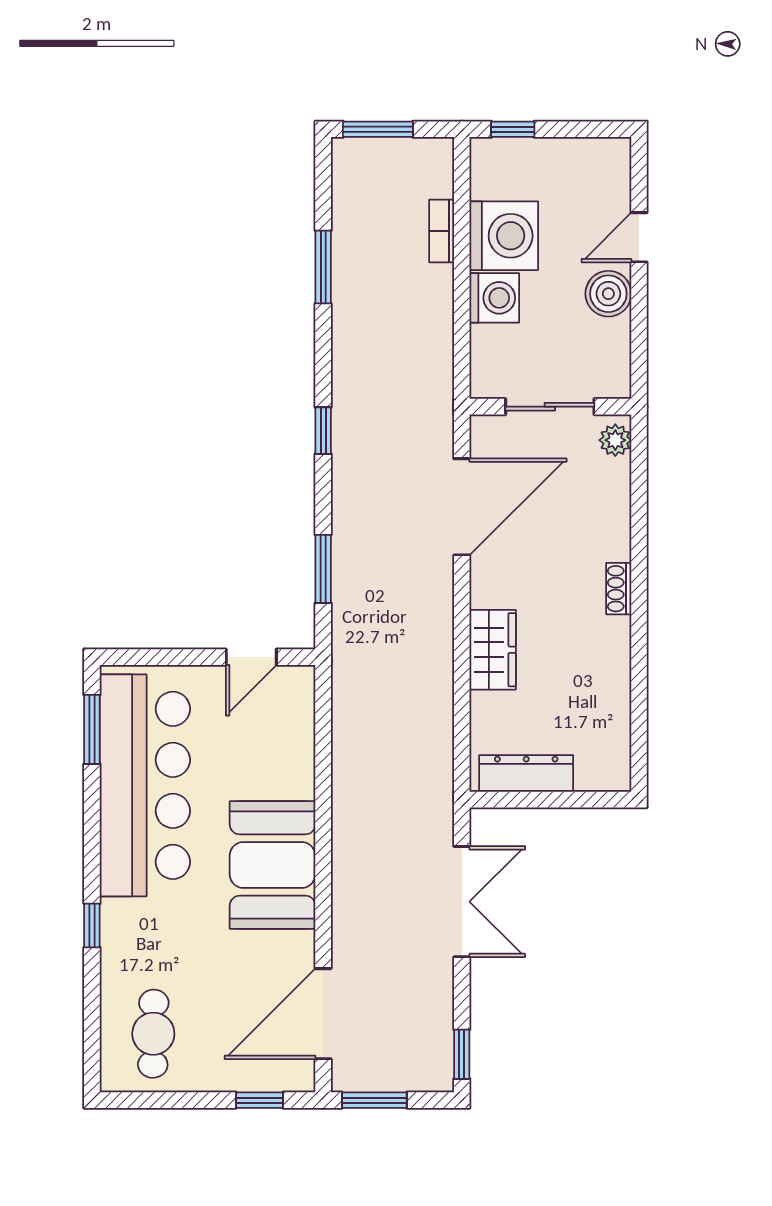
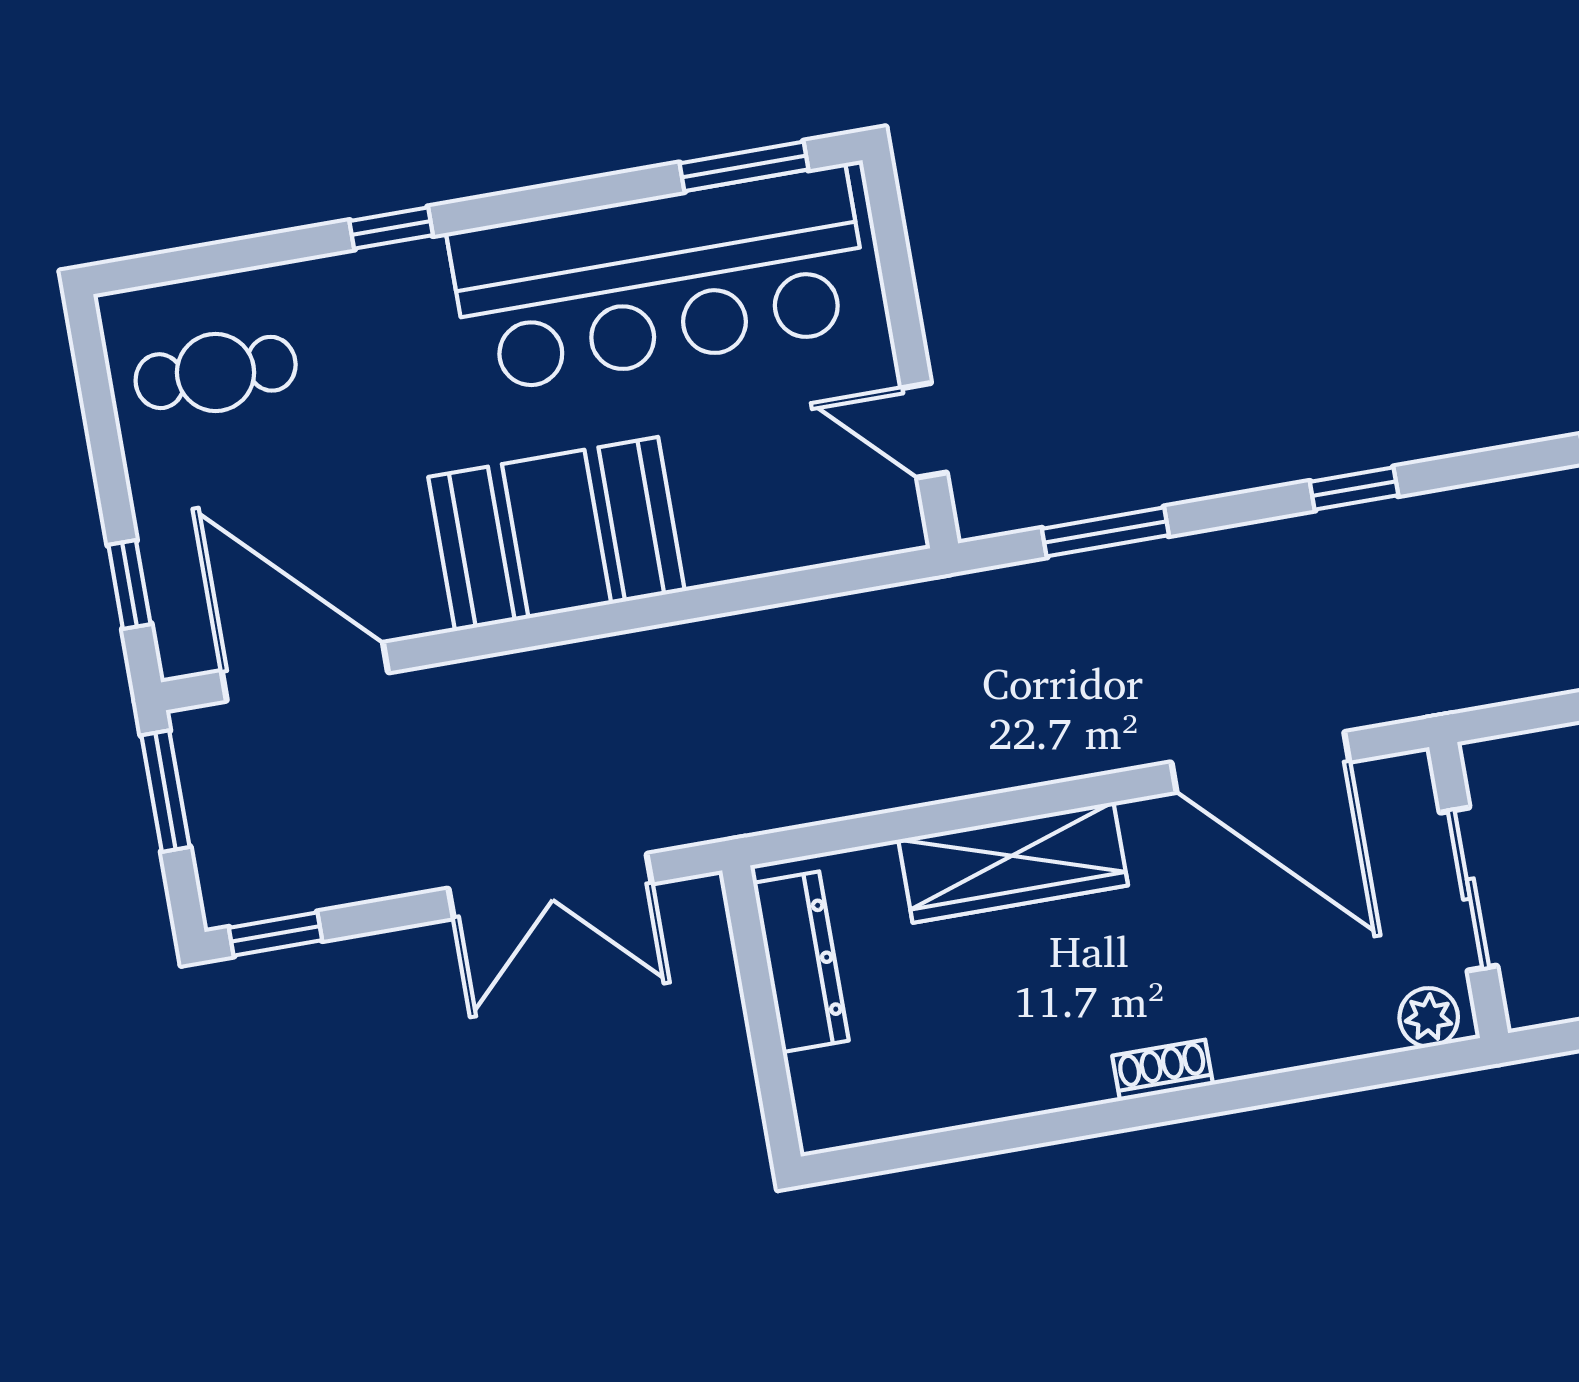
wardrobe: (493, 650) -> (1013, 862), width x1.50

